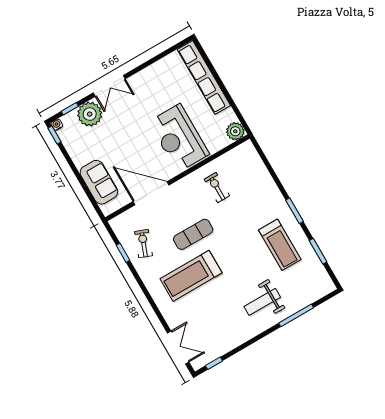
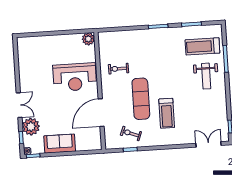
row of seats: (204, 78) -> (44, 42), removed
sofa: (99, 182) -> (60, 144), moved
exercise mat: (193, 234) -> (141, 99), width x1.36, depth x1.45
treadmill: (280, 245) -> (202, 46), moved, turned 180
treadmill: (191, 276) -> (167, 113), width x0.73, depth x0.73

